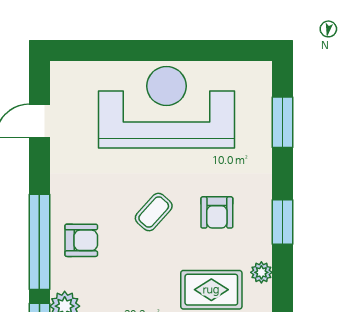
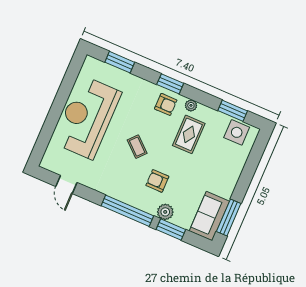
armchair: (217, 212) -> (166, 104), moved
armchair: (81, 240) -> (157, 181), moved, turned -90

